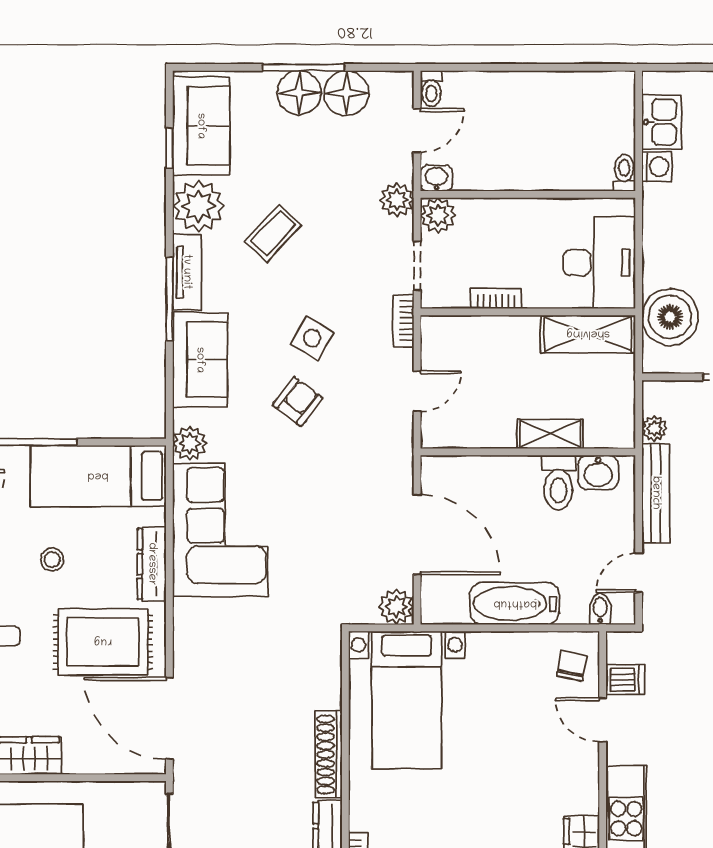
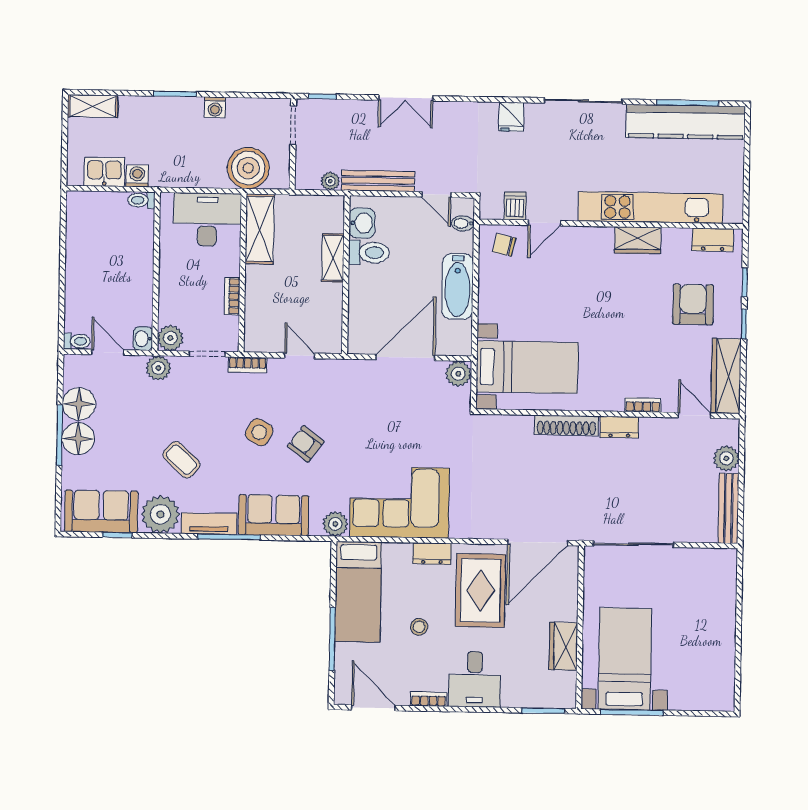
dresser: (152, 564) -> (432, 554), width x0.70

